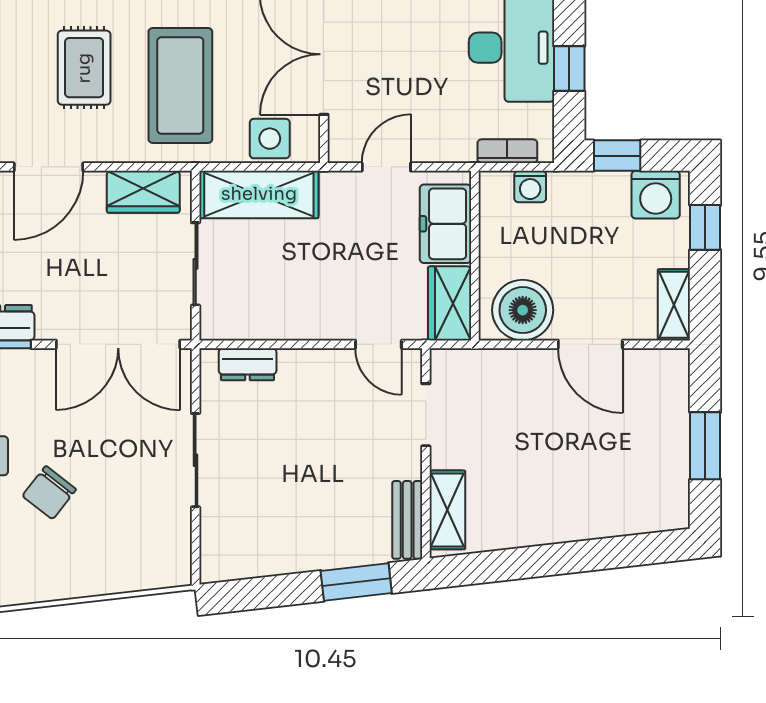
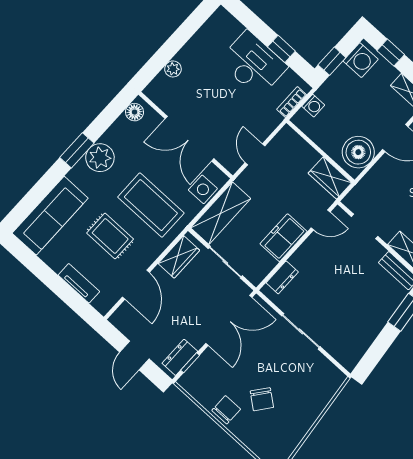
freezer: (445, 224) -> (284, 238), moved, turned 90

